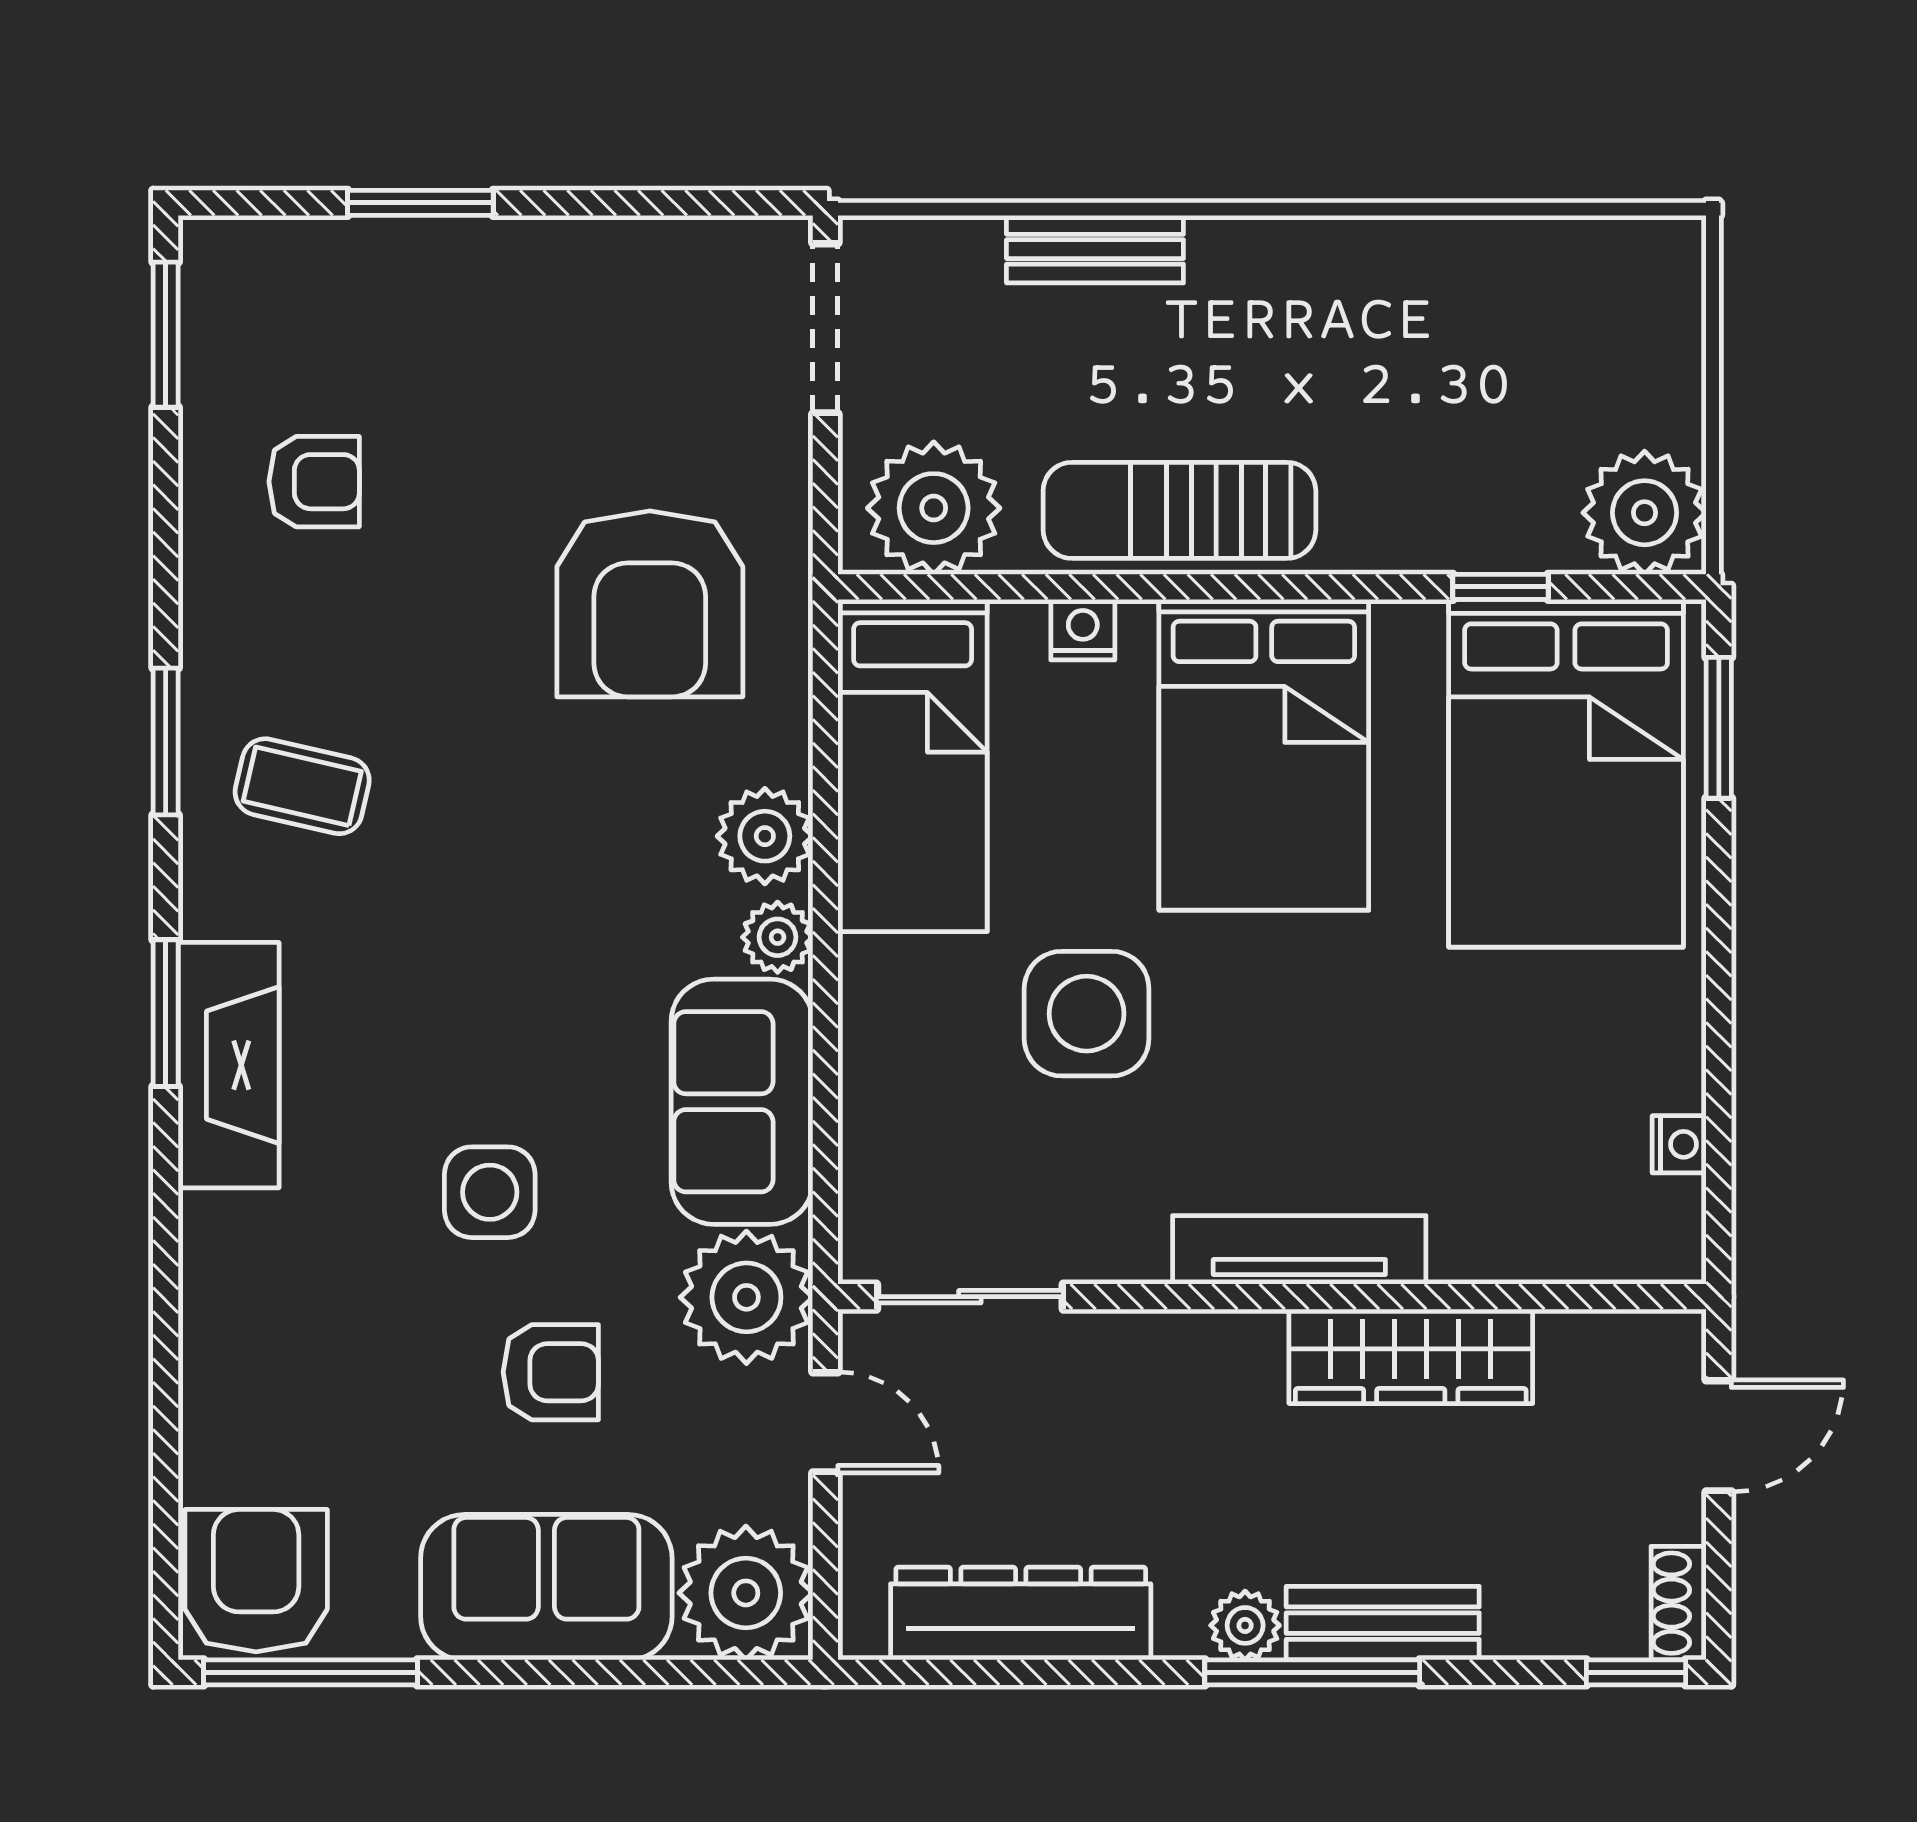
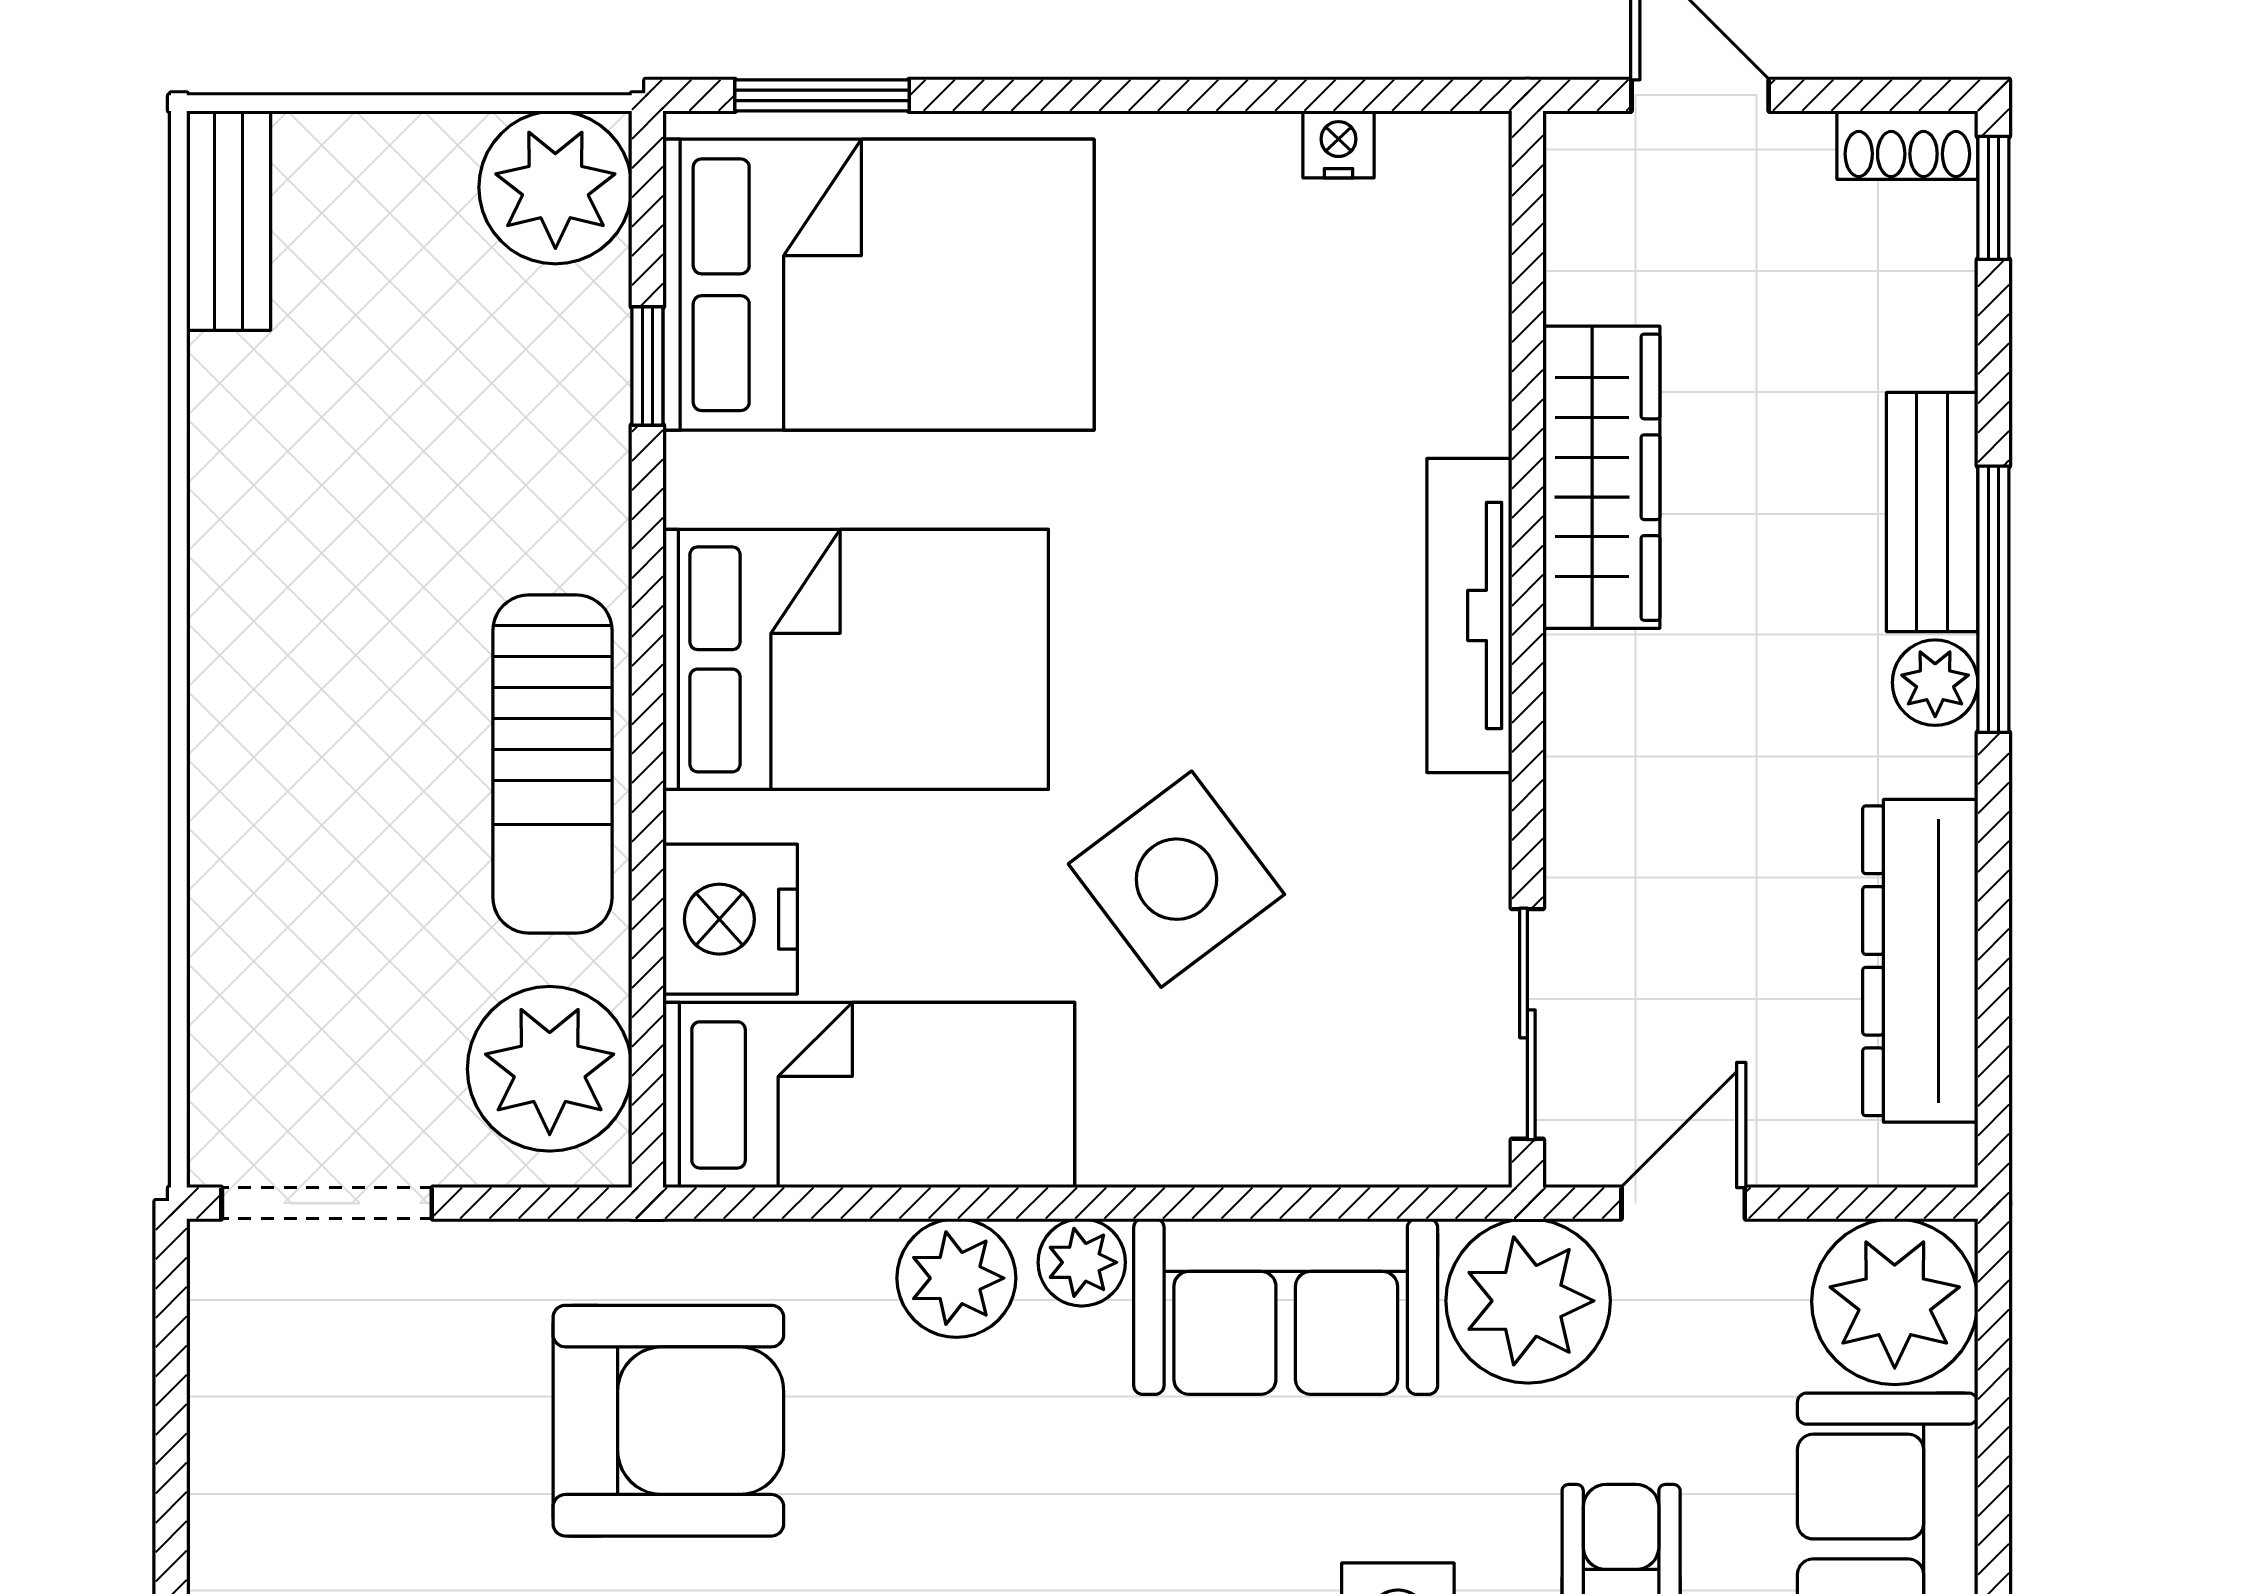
bench: (1095, 249) -> (229, 221), moved
nightstand: (1083, 630) -> (730, 919), width x1.89, depth x1.79
side table: (1087, 1014) -> (1176, 879), turned -37

